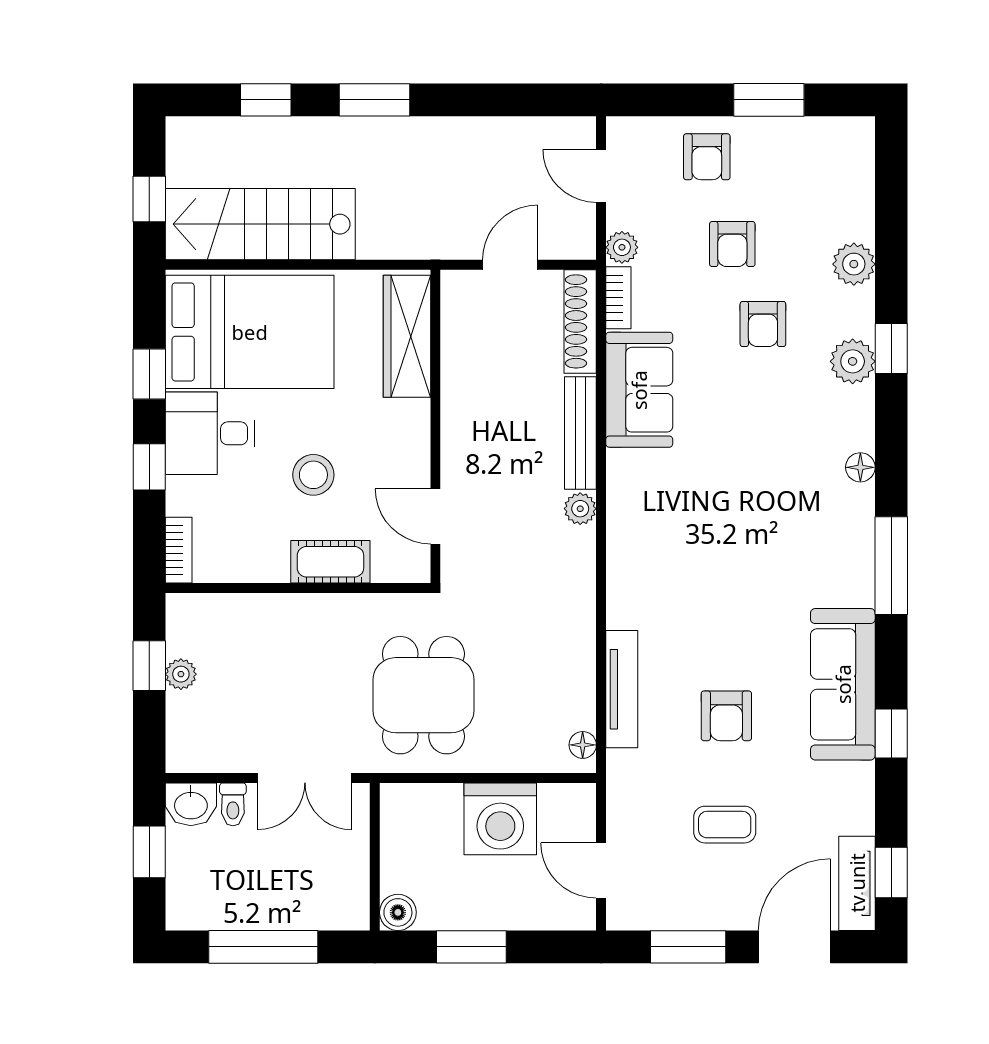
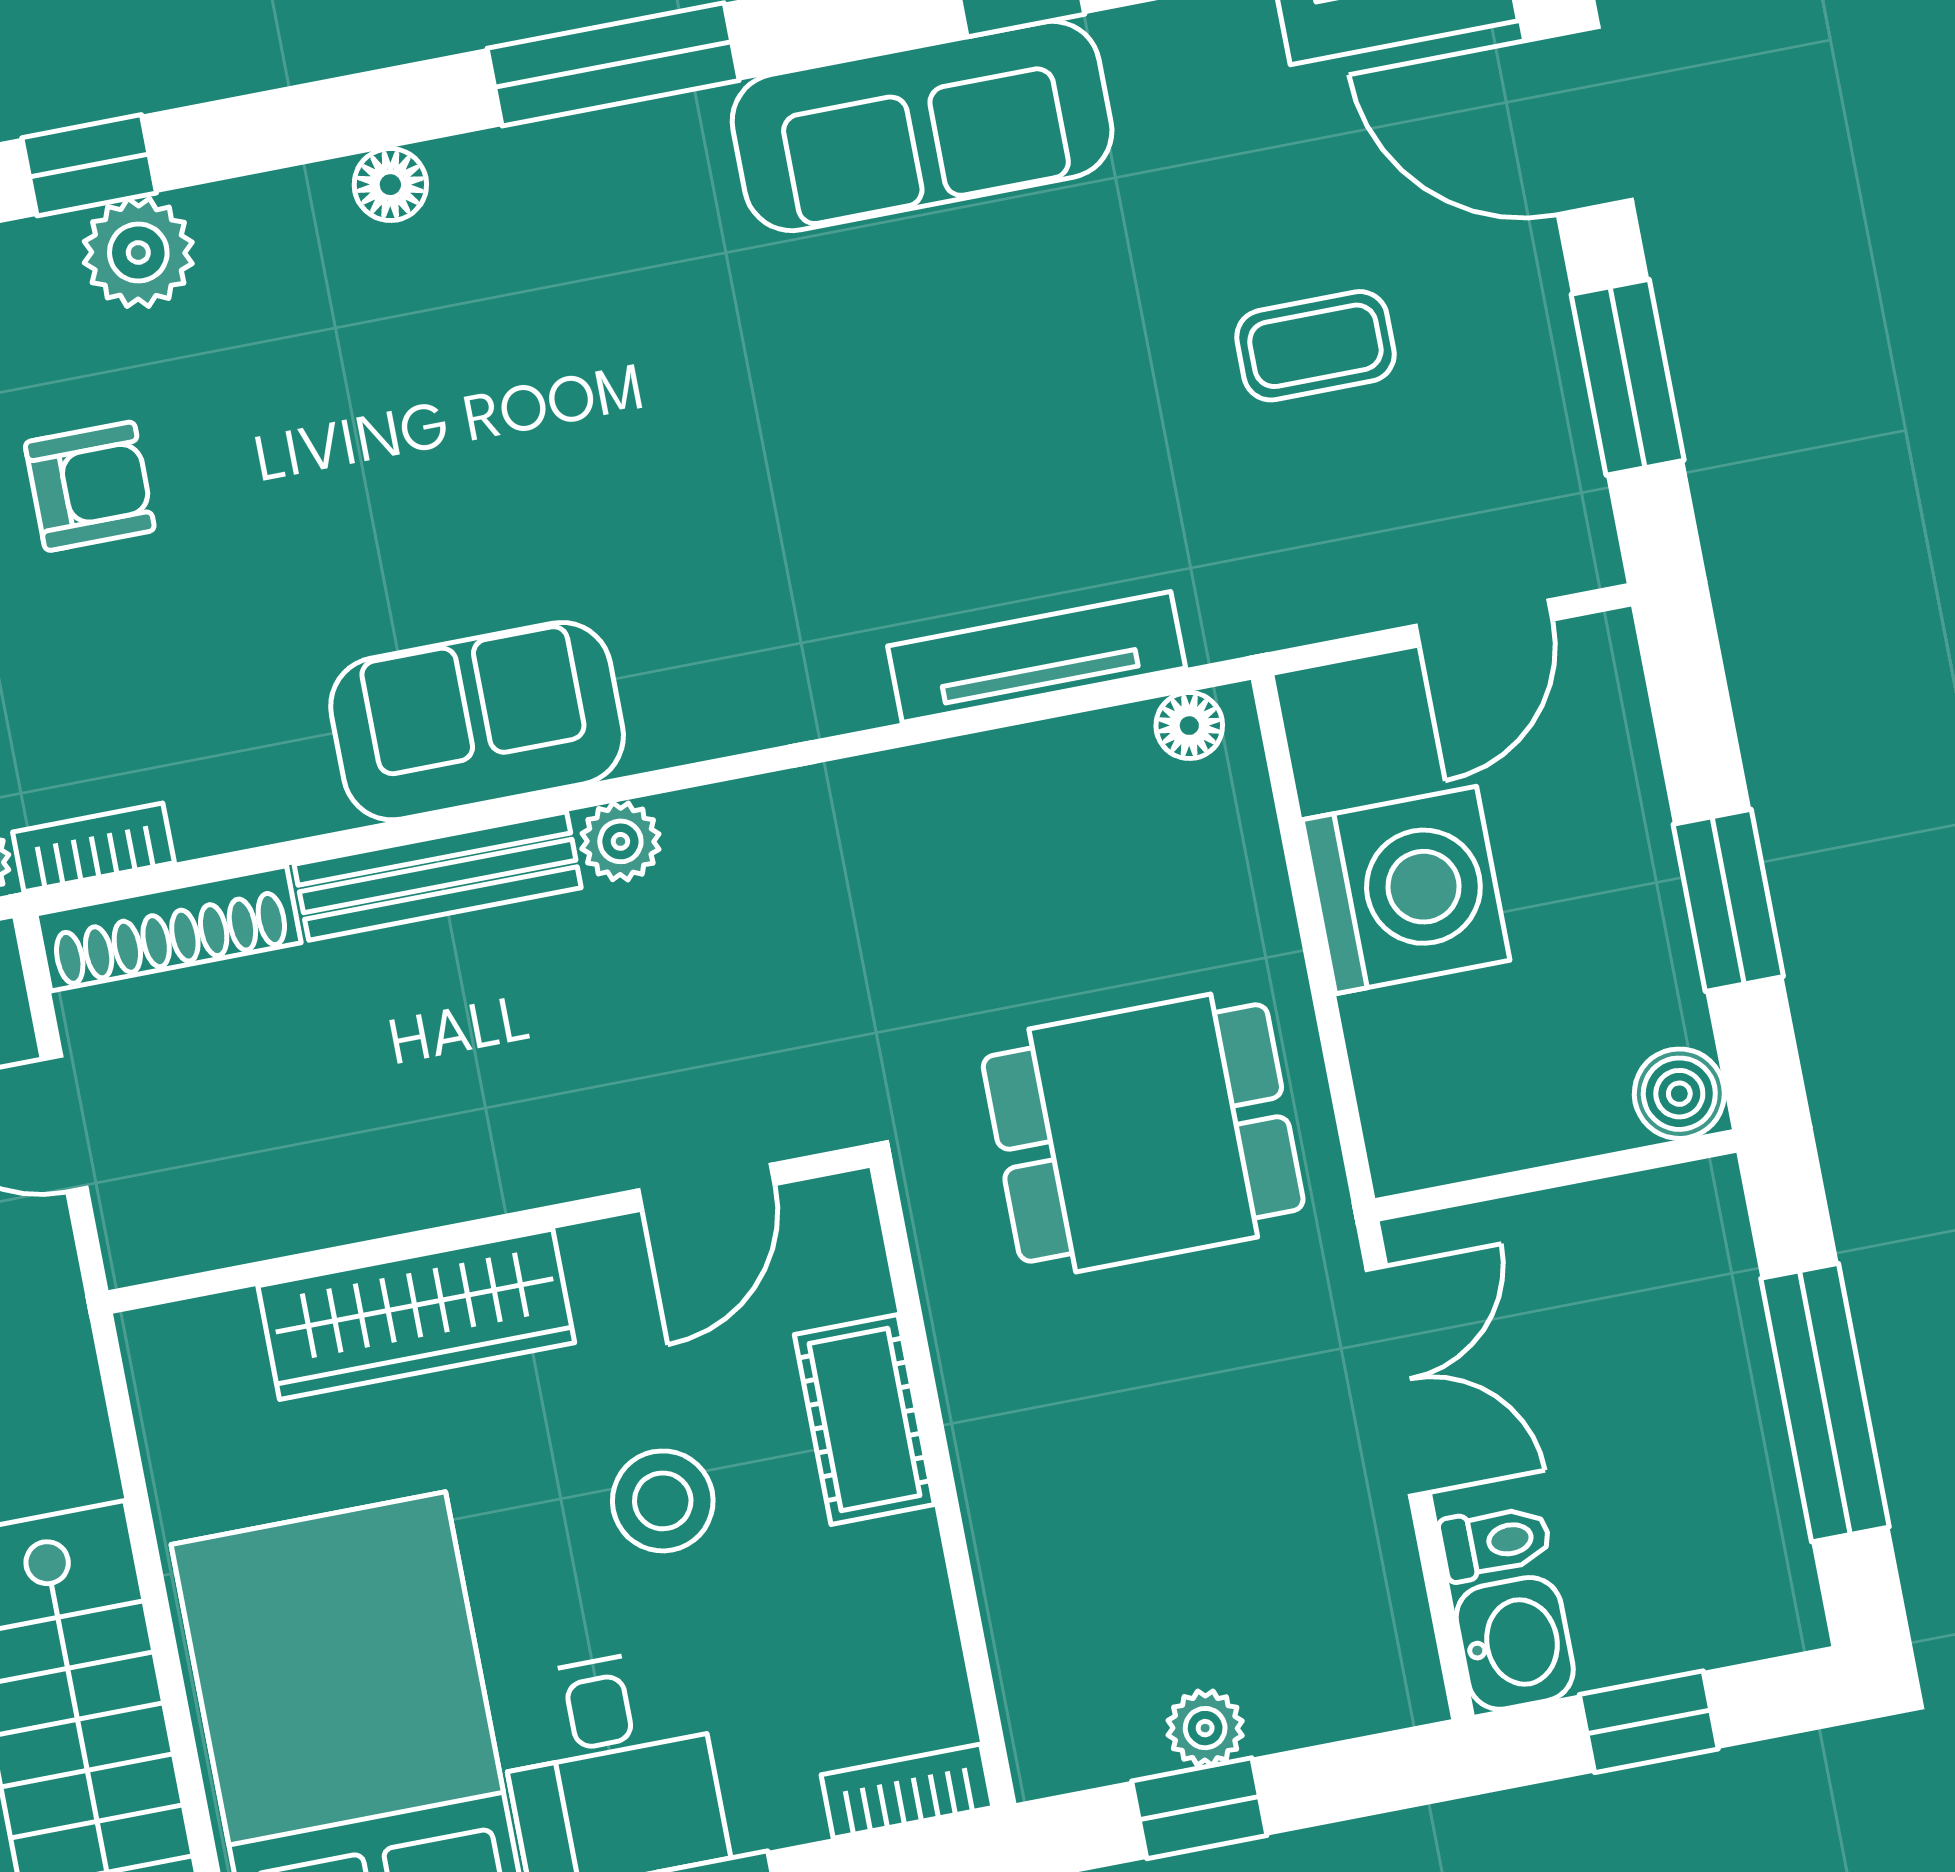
wardrobe: (407, 336) -> (416, 1314), moved
sofa: (639, 390) -> (477, 721), moved
armchair: (726, 716) -> (1052, 393), removed
coffee table: (725, 825) -> (1315, 346), turned 90

